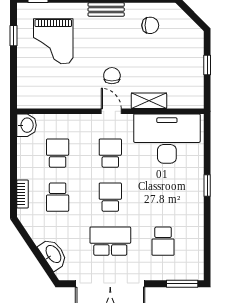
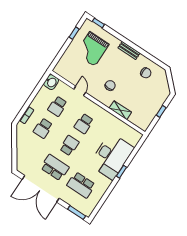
door: (111, 111) -> (80, 91), moved
desk: (167, 139) -> (112, 156), moved, turned 90
school desk: (58, 153) -> (57, 106), turned 180
school desk: (110, 153) -> (84, 124), turned 180
school desk: (163, 241) -> (81, 185), width x1.85
washbasin: (53, 254) -> (22, 155), removed

